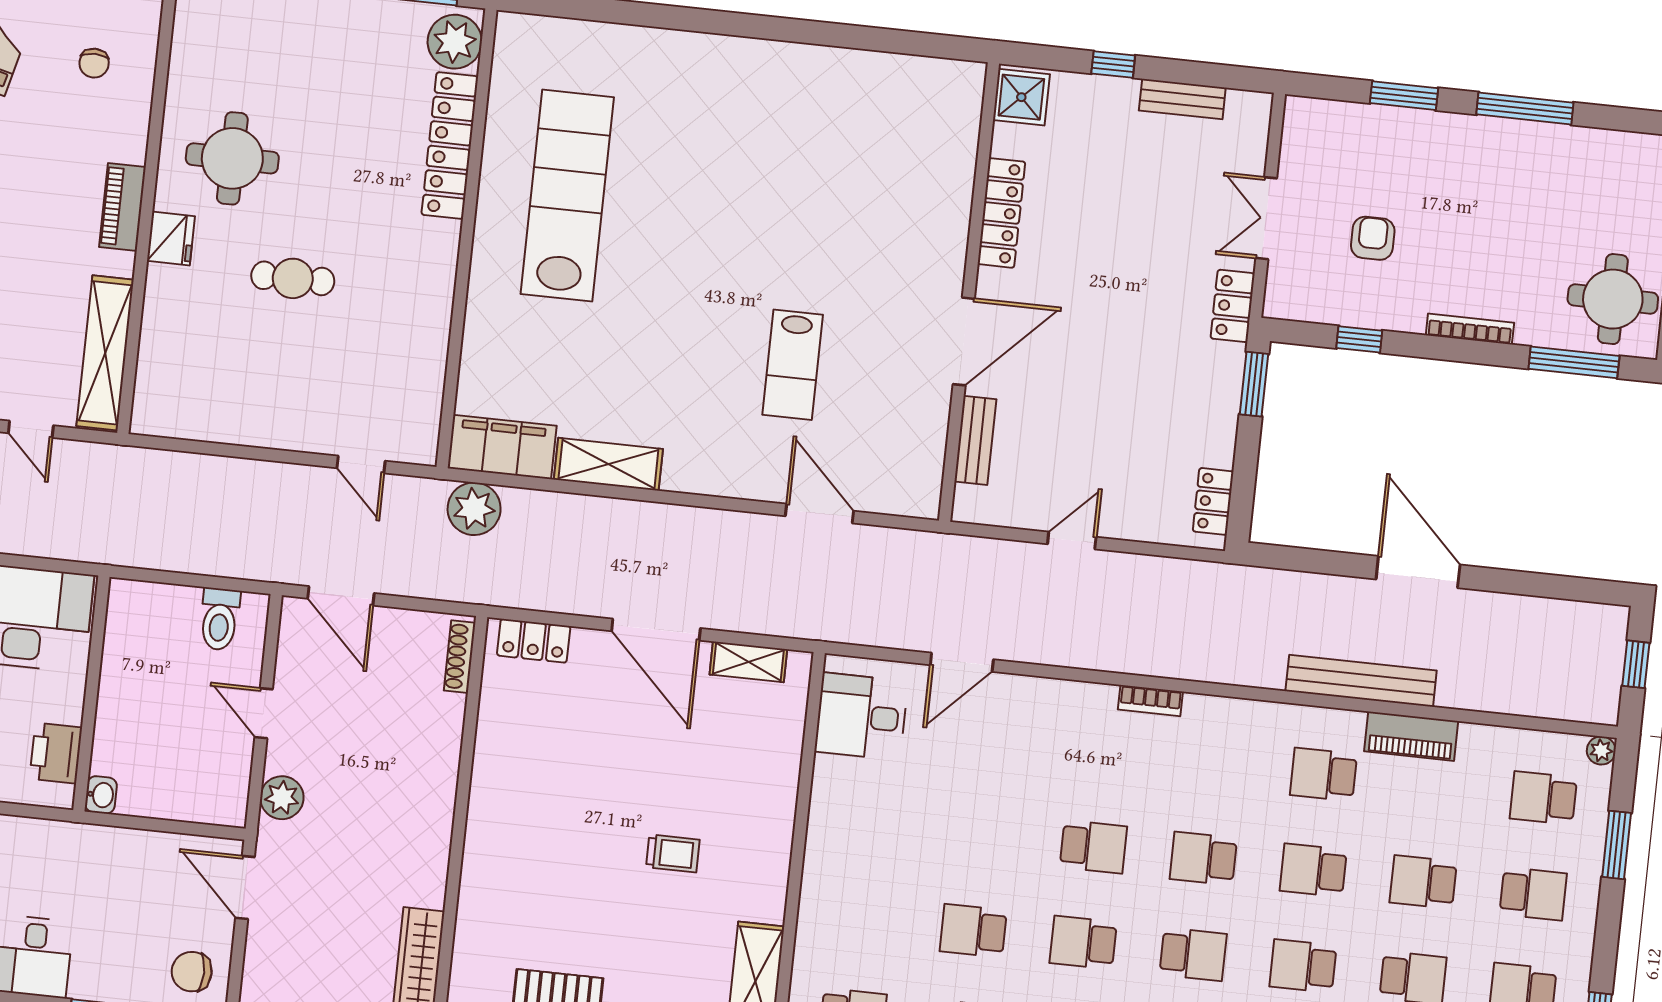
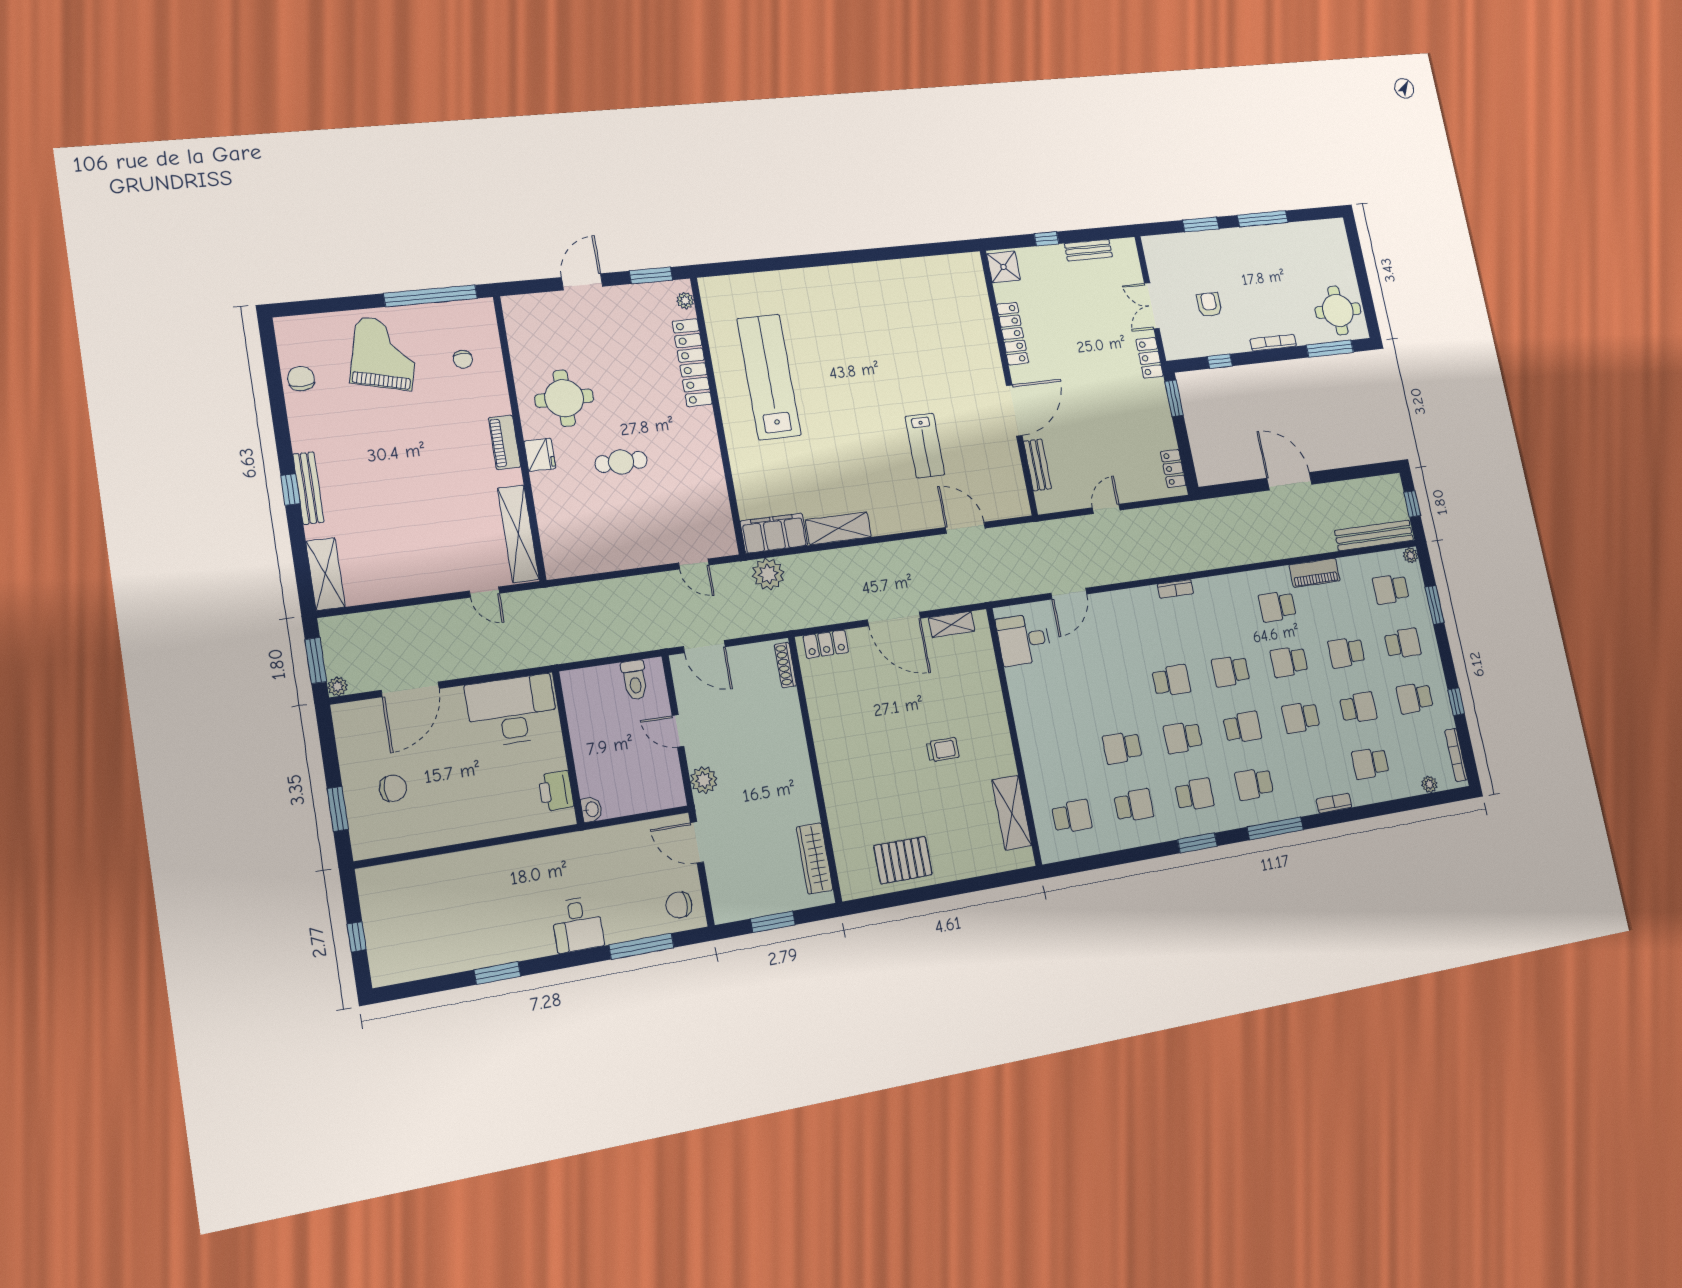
plant: (455, 42) -> (685, 301), width x0.53, depth x0.53
bench: (1361, 681) -> (1374, 535), moved

